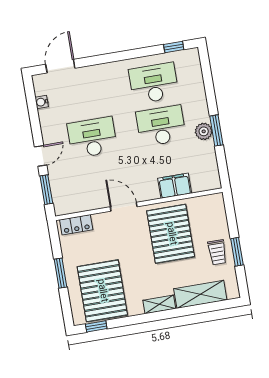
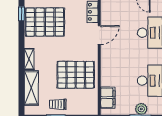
filing cabinet: (175, 186) -> (108, 98), moved
door: (124, 207) -> (99, 35), moved

